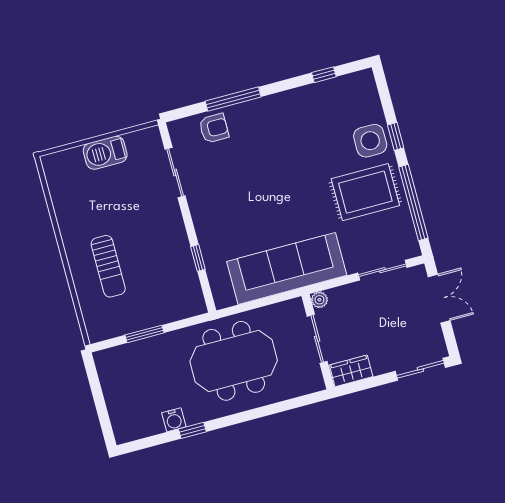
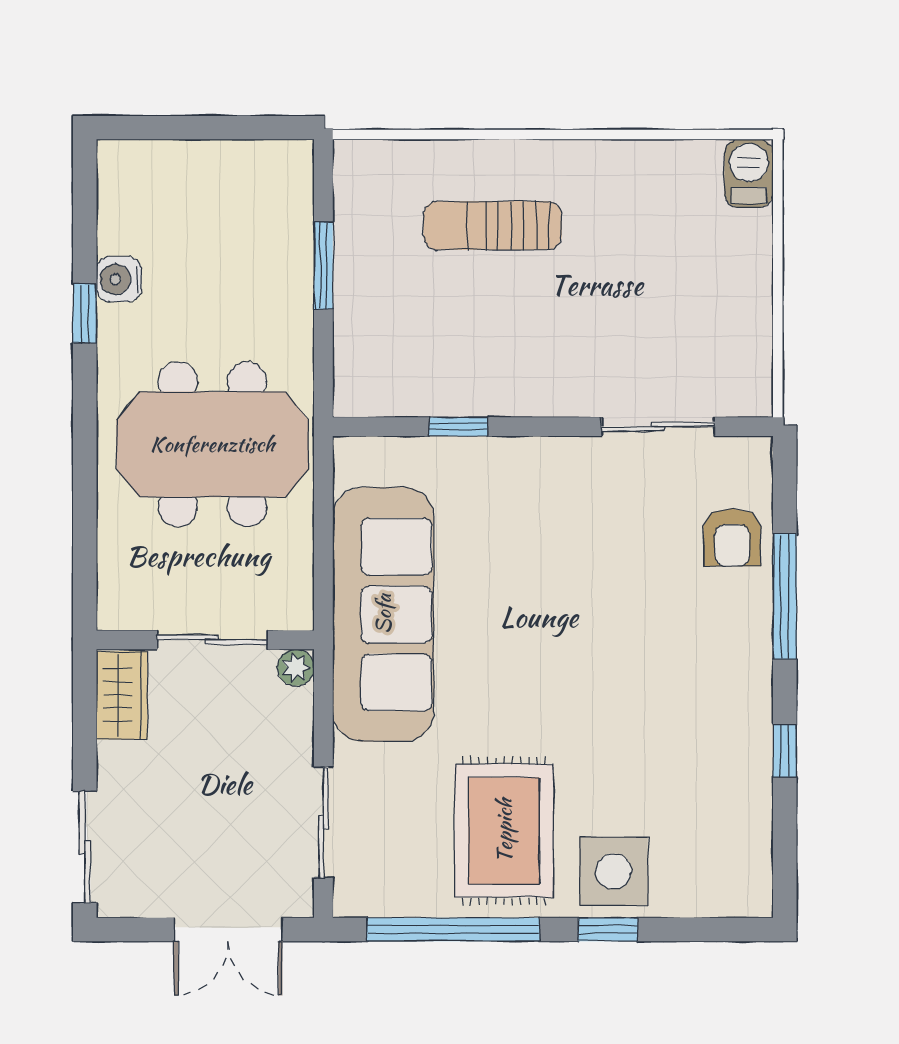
window: (324, 75) -> (785, 751), moved
barbecue: (105, 153) -> (749, 173), moved, width x0.73, depth x0.79
meeting table: (234, 361) -> (212, 444), turned 90

